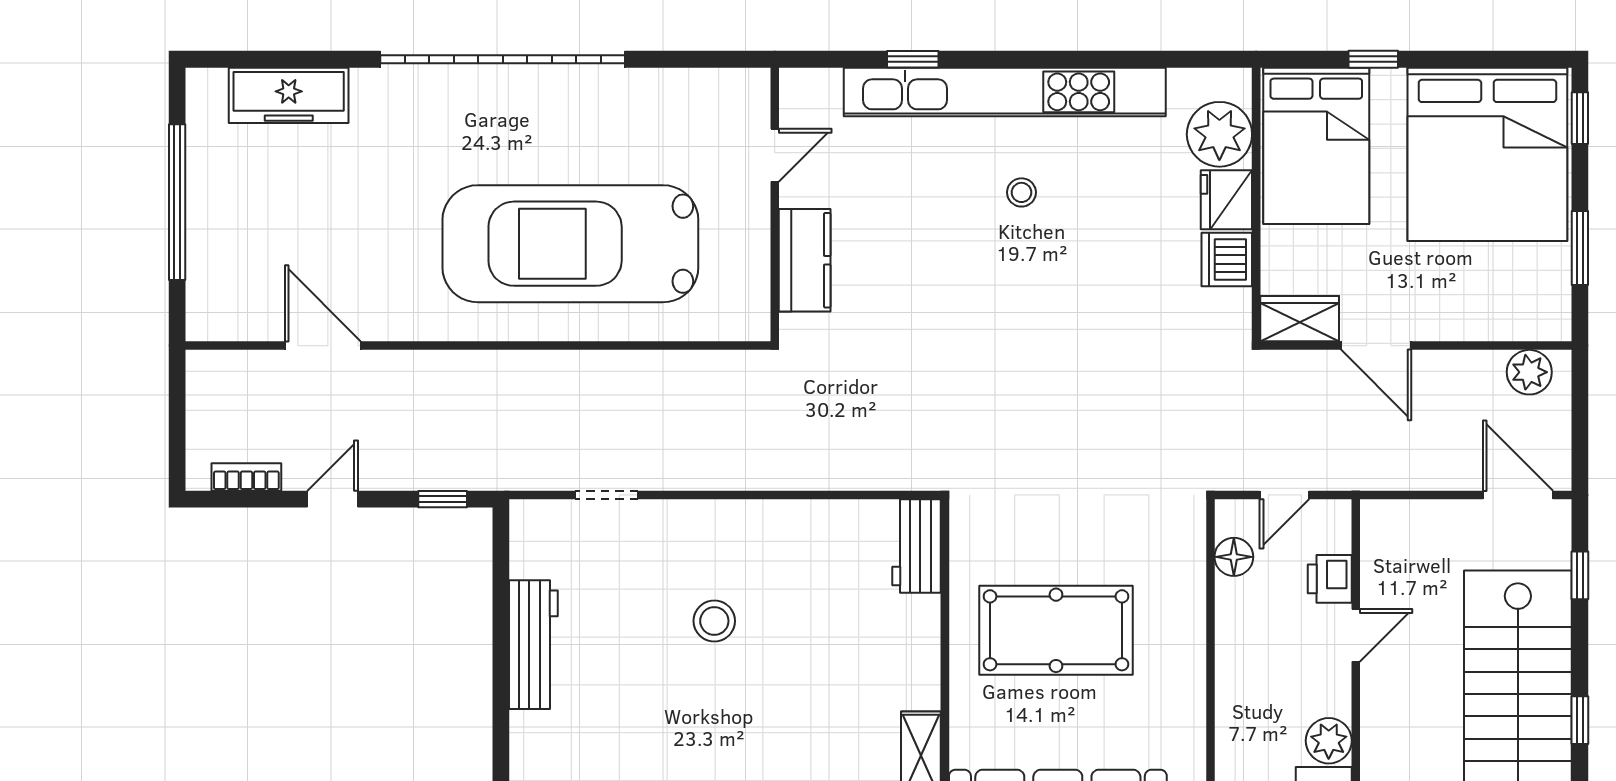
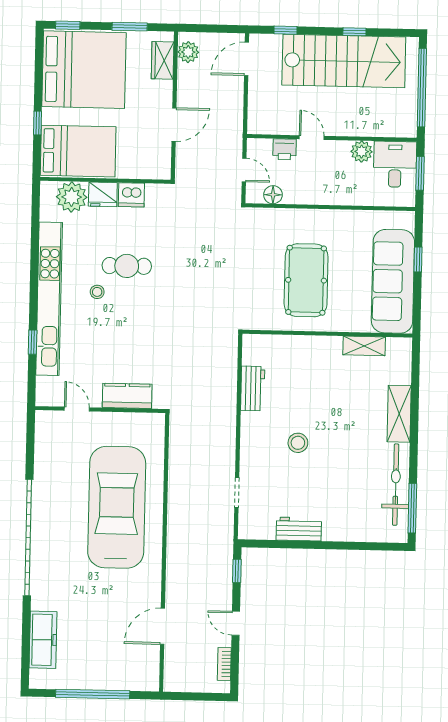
car: (570, 244) -> (117, 507), turned 180
cafe table: (1077, 253) -> (127, 266), added
wardrobe: (1300, 319) -> (163, 60), moved
workbench: (917, 546) -> (253, 388), moved, turned -90
workbench: (533, 645) -> (299, 529), width x0.73

